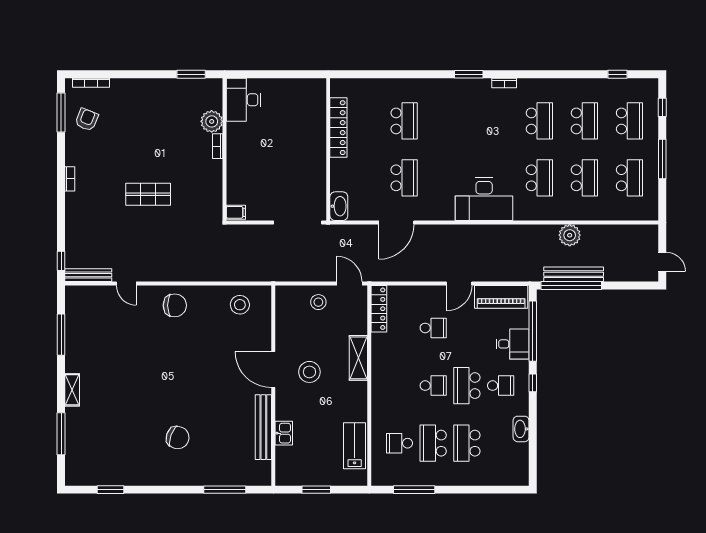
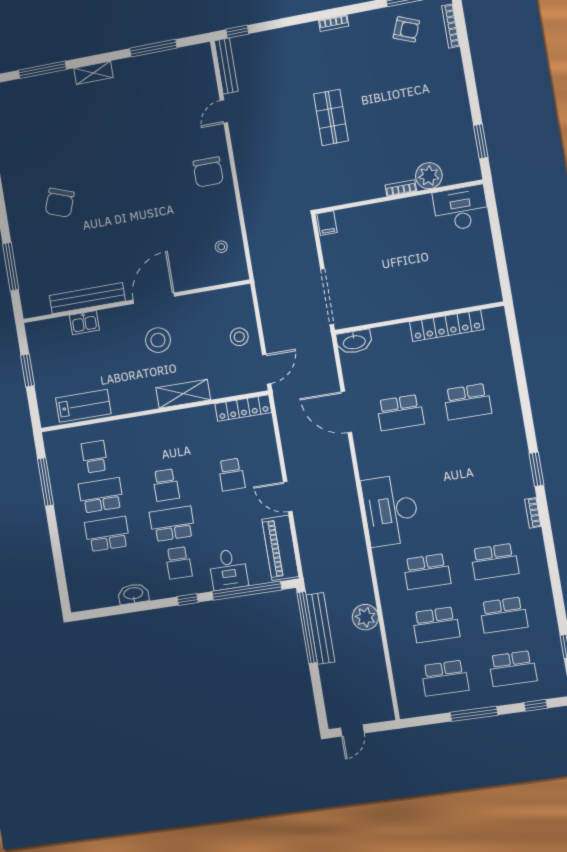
stool: (240, 305) -> (221, 247), width x0.53, depth x0.53

